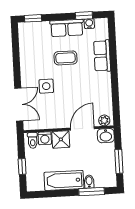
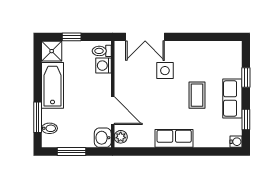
window: (33, 18) -> (246, 78), moved
water cooler: (89, 24) -> (236, 142), moved
row of seats: (102, 56) -> (174, 138), moved
shower: (61, 139) -> (52, 51), moved
bidet: (89, 182) -> (49, 128), moved

